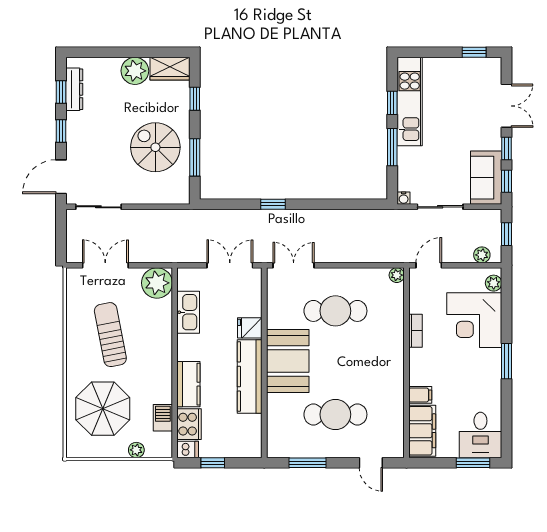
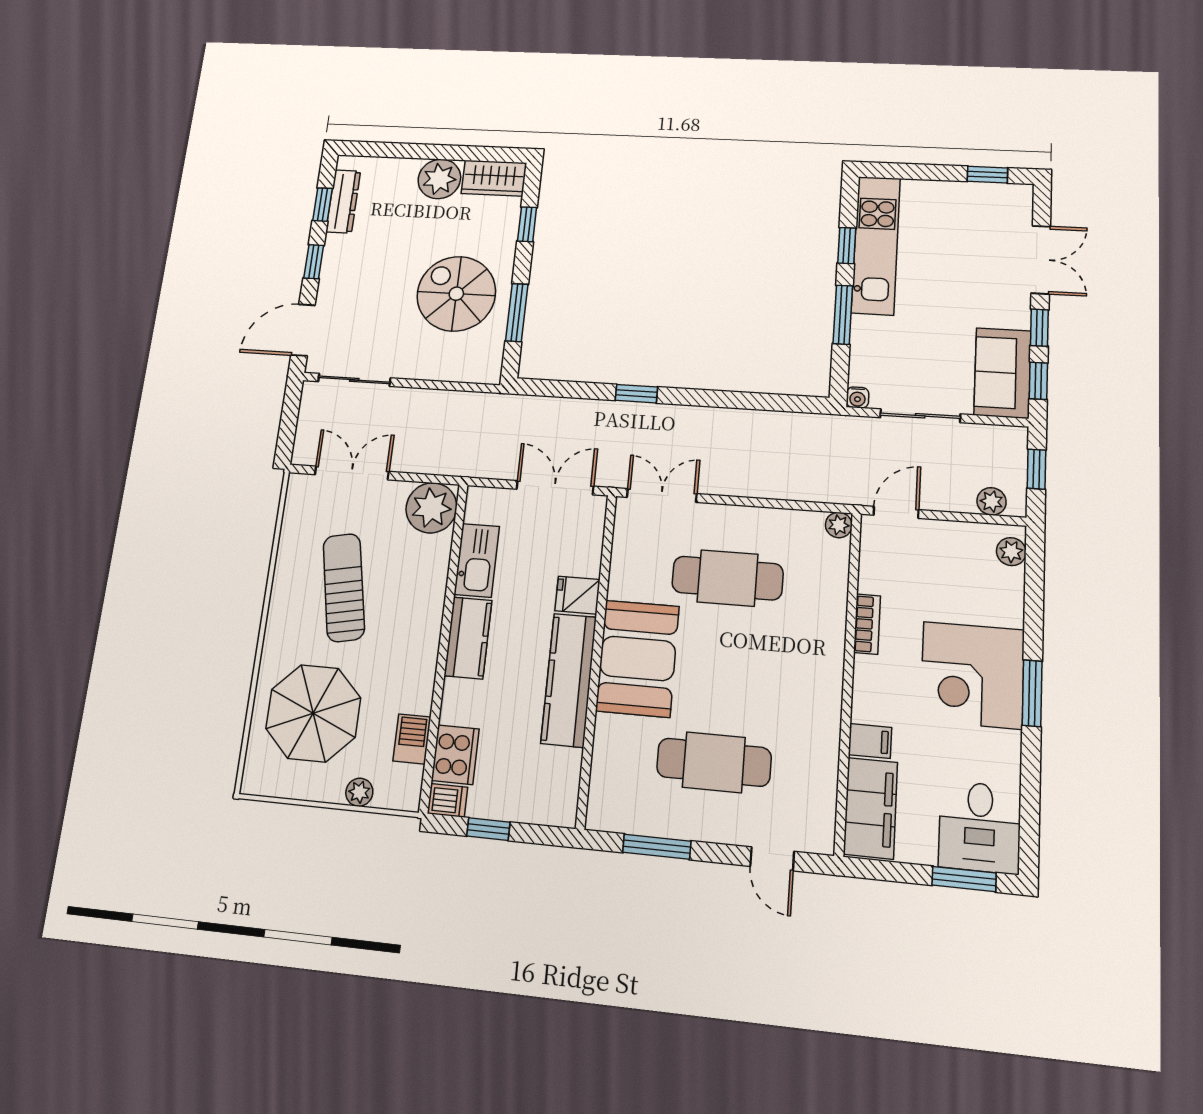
corner desk: (474, 320) -> (972, 675), moved
kitchen counter: (188, 384) -> (468, 638), moved

